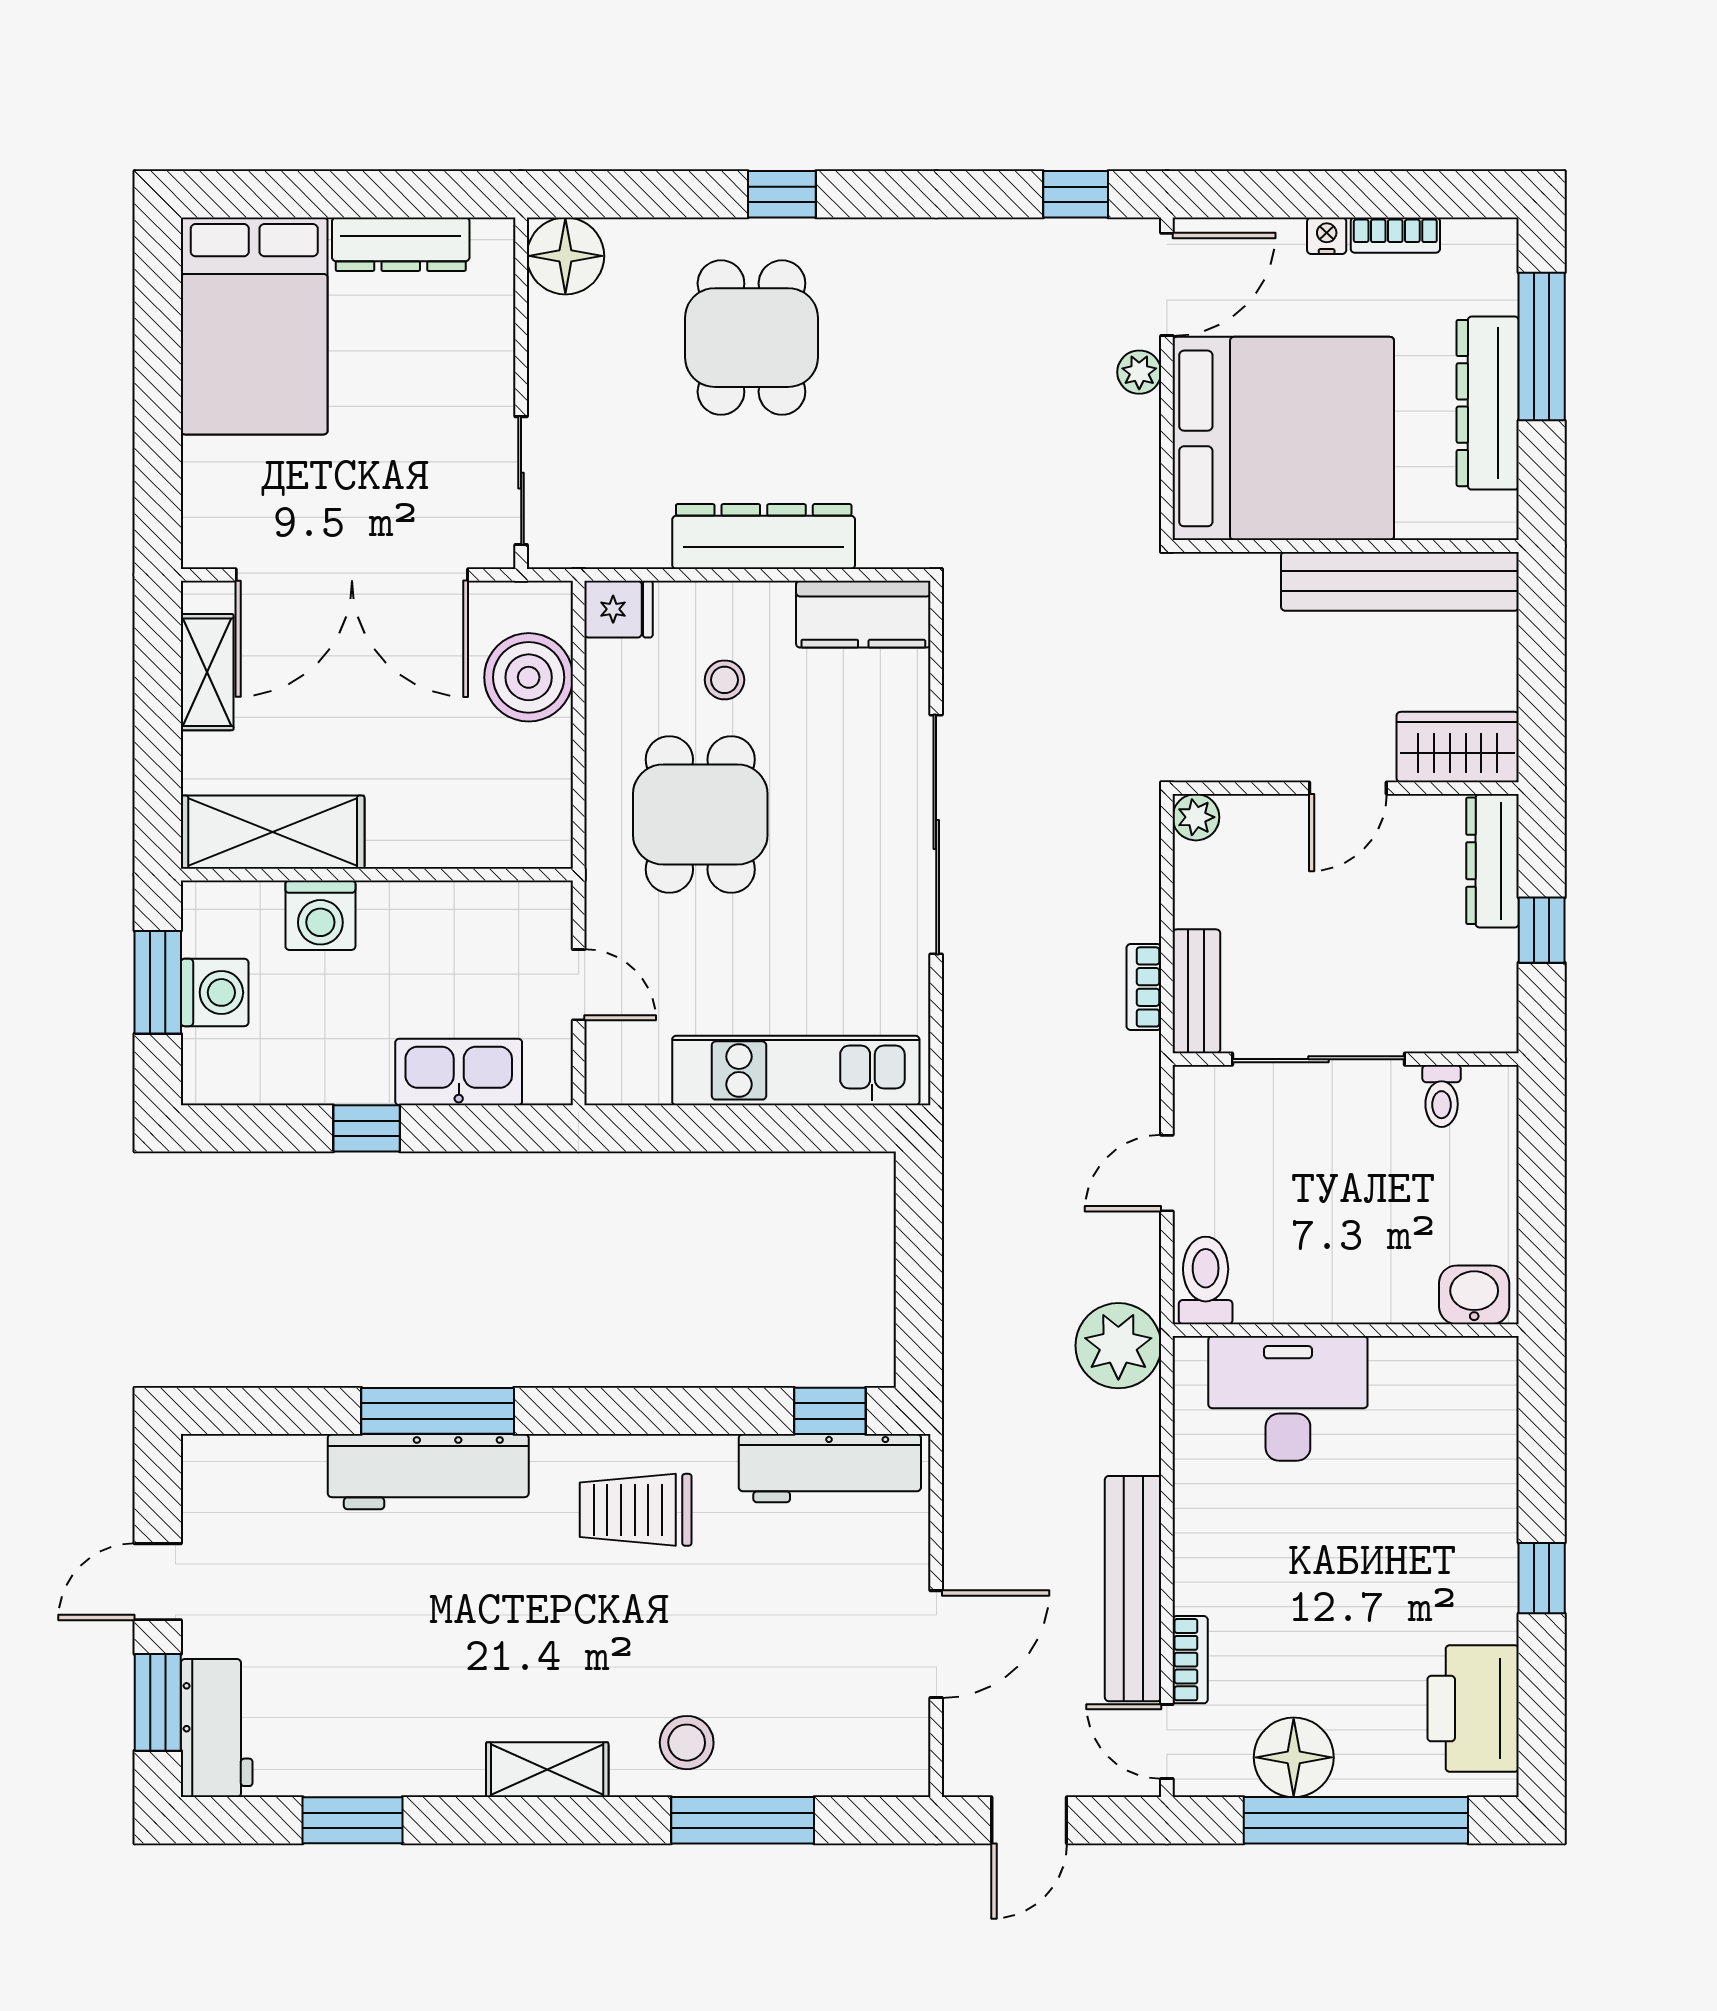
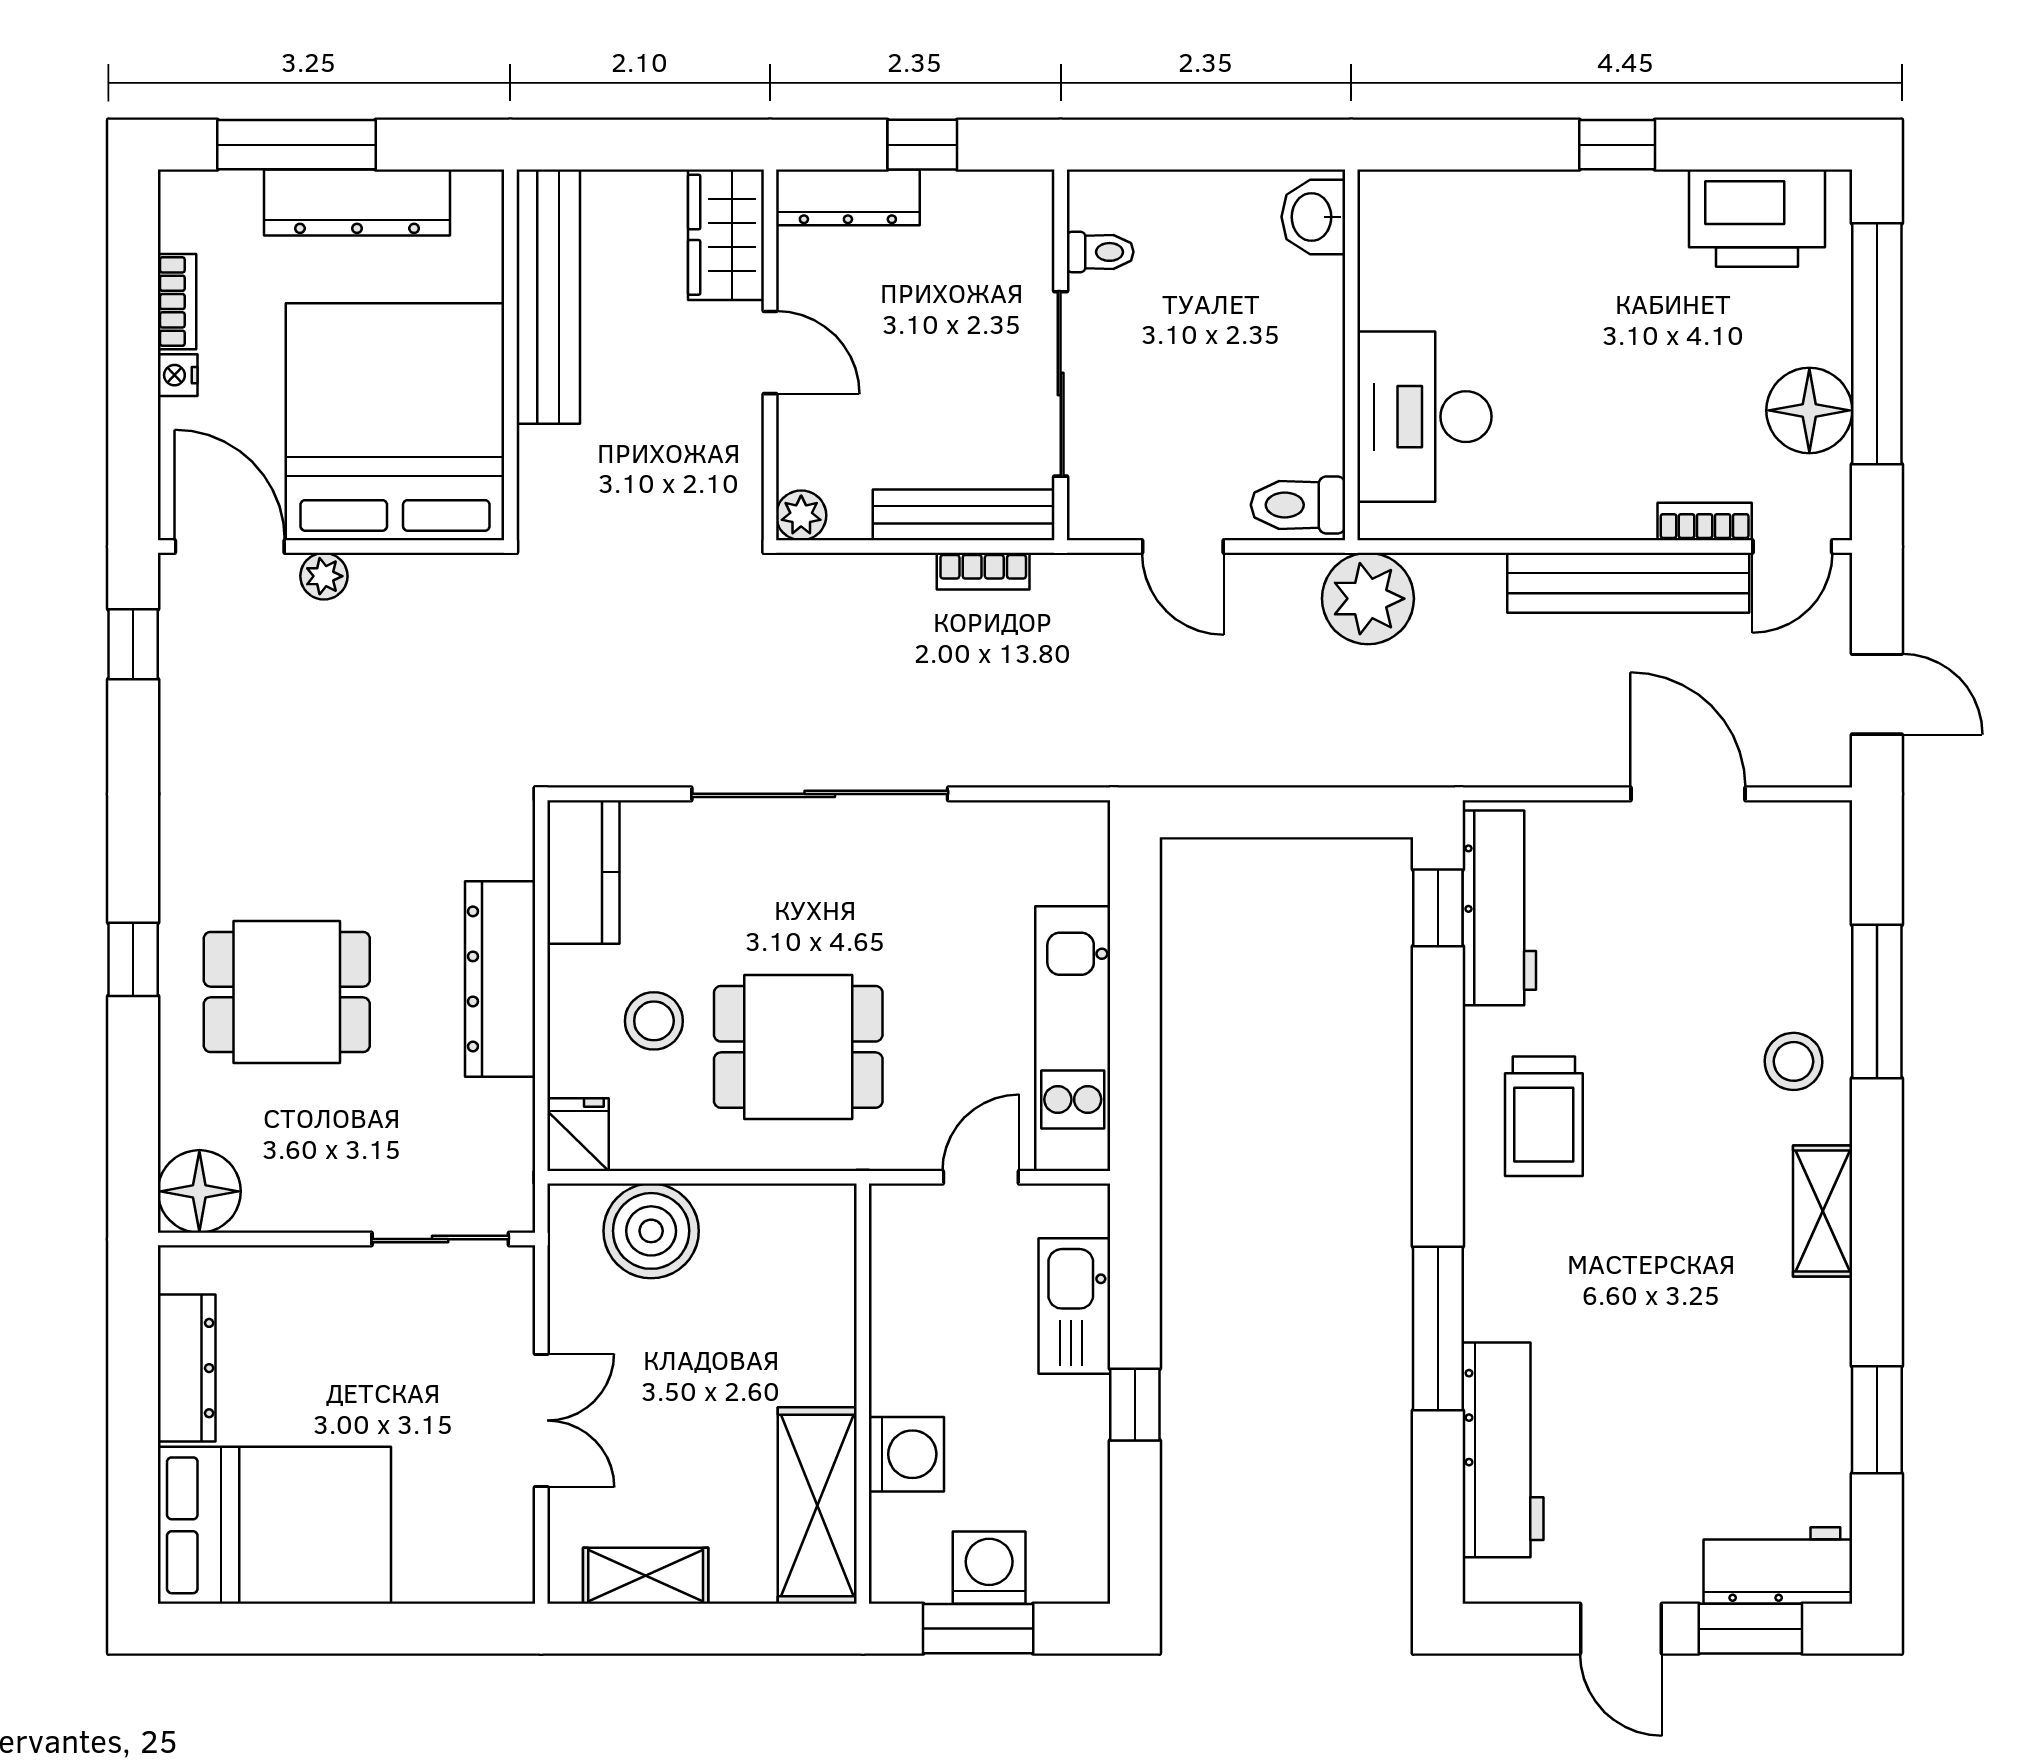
double door: (352, 575) -> (541, 1420), width x0.54
stool: (725, 680) -> (654, 1021), width x1.37, depth x1.37
bench: (1196, 991) -> (964, 515), width x1.36
kitchen unit: (796, 1070) -> (1073, 1039), moved
workbench: (428, 1472) -> (1503, 1450), moved

